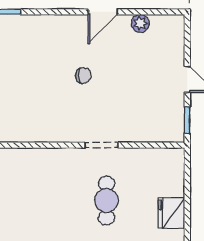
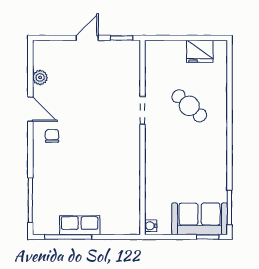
chair: (83, 75) -> (52, 136), moved
cafe table: (107, 201) -> (189, 106), turned 42

